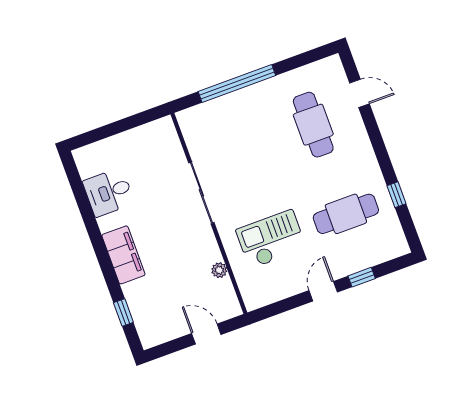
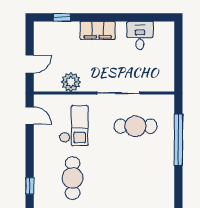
cafe table: (313, 125) -> (135, 126), moved
plant: (219, 270) -> (71, 82), width x1.88, depth x1.88
window: (362, 277) -> (30, 186), moved
door: (323, 291) -> (30, 115), moved

